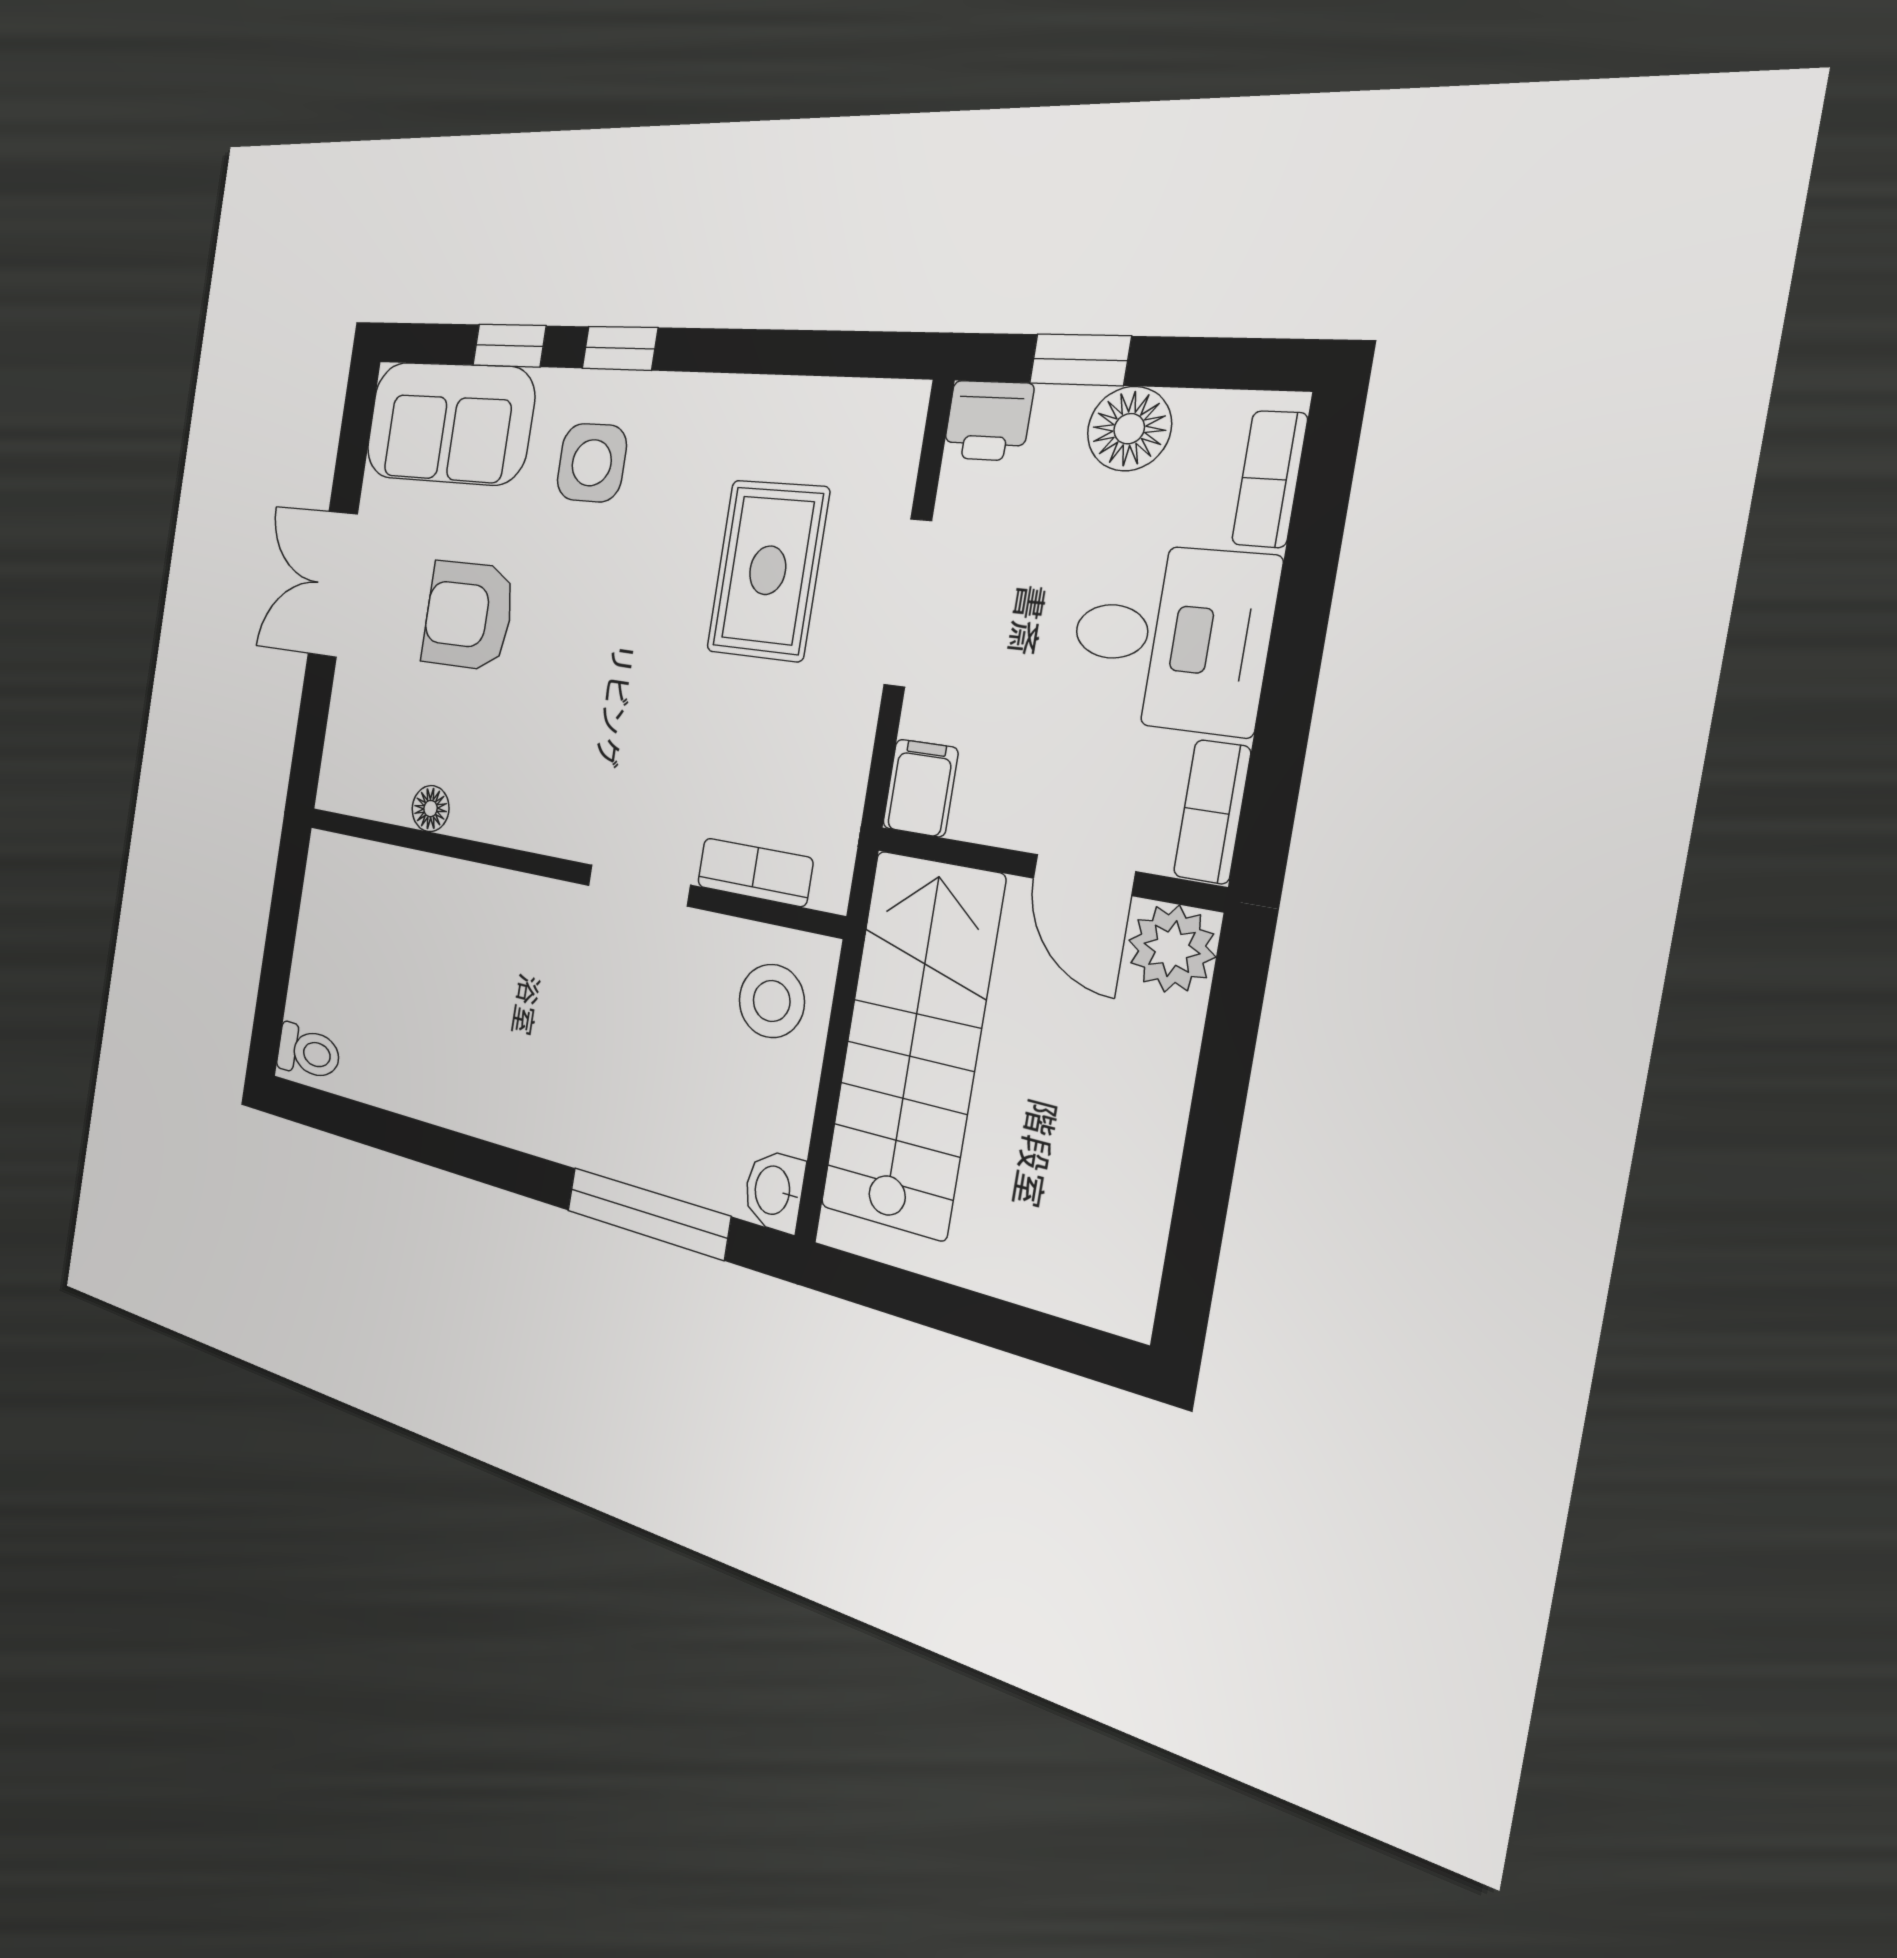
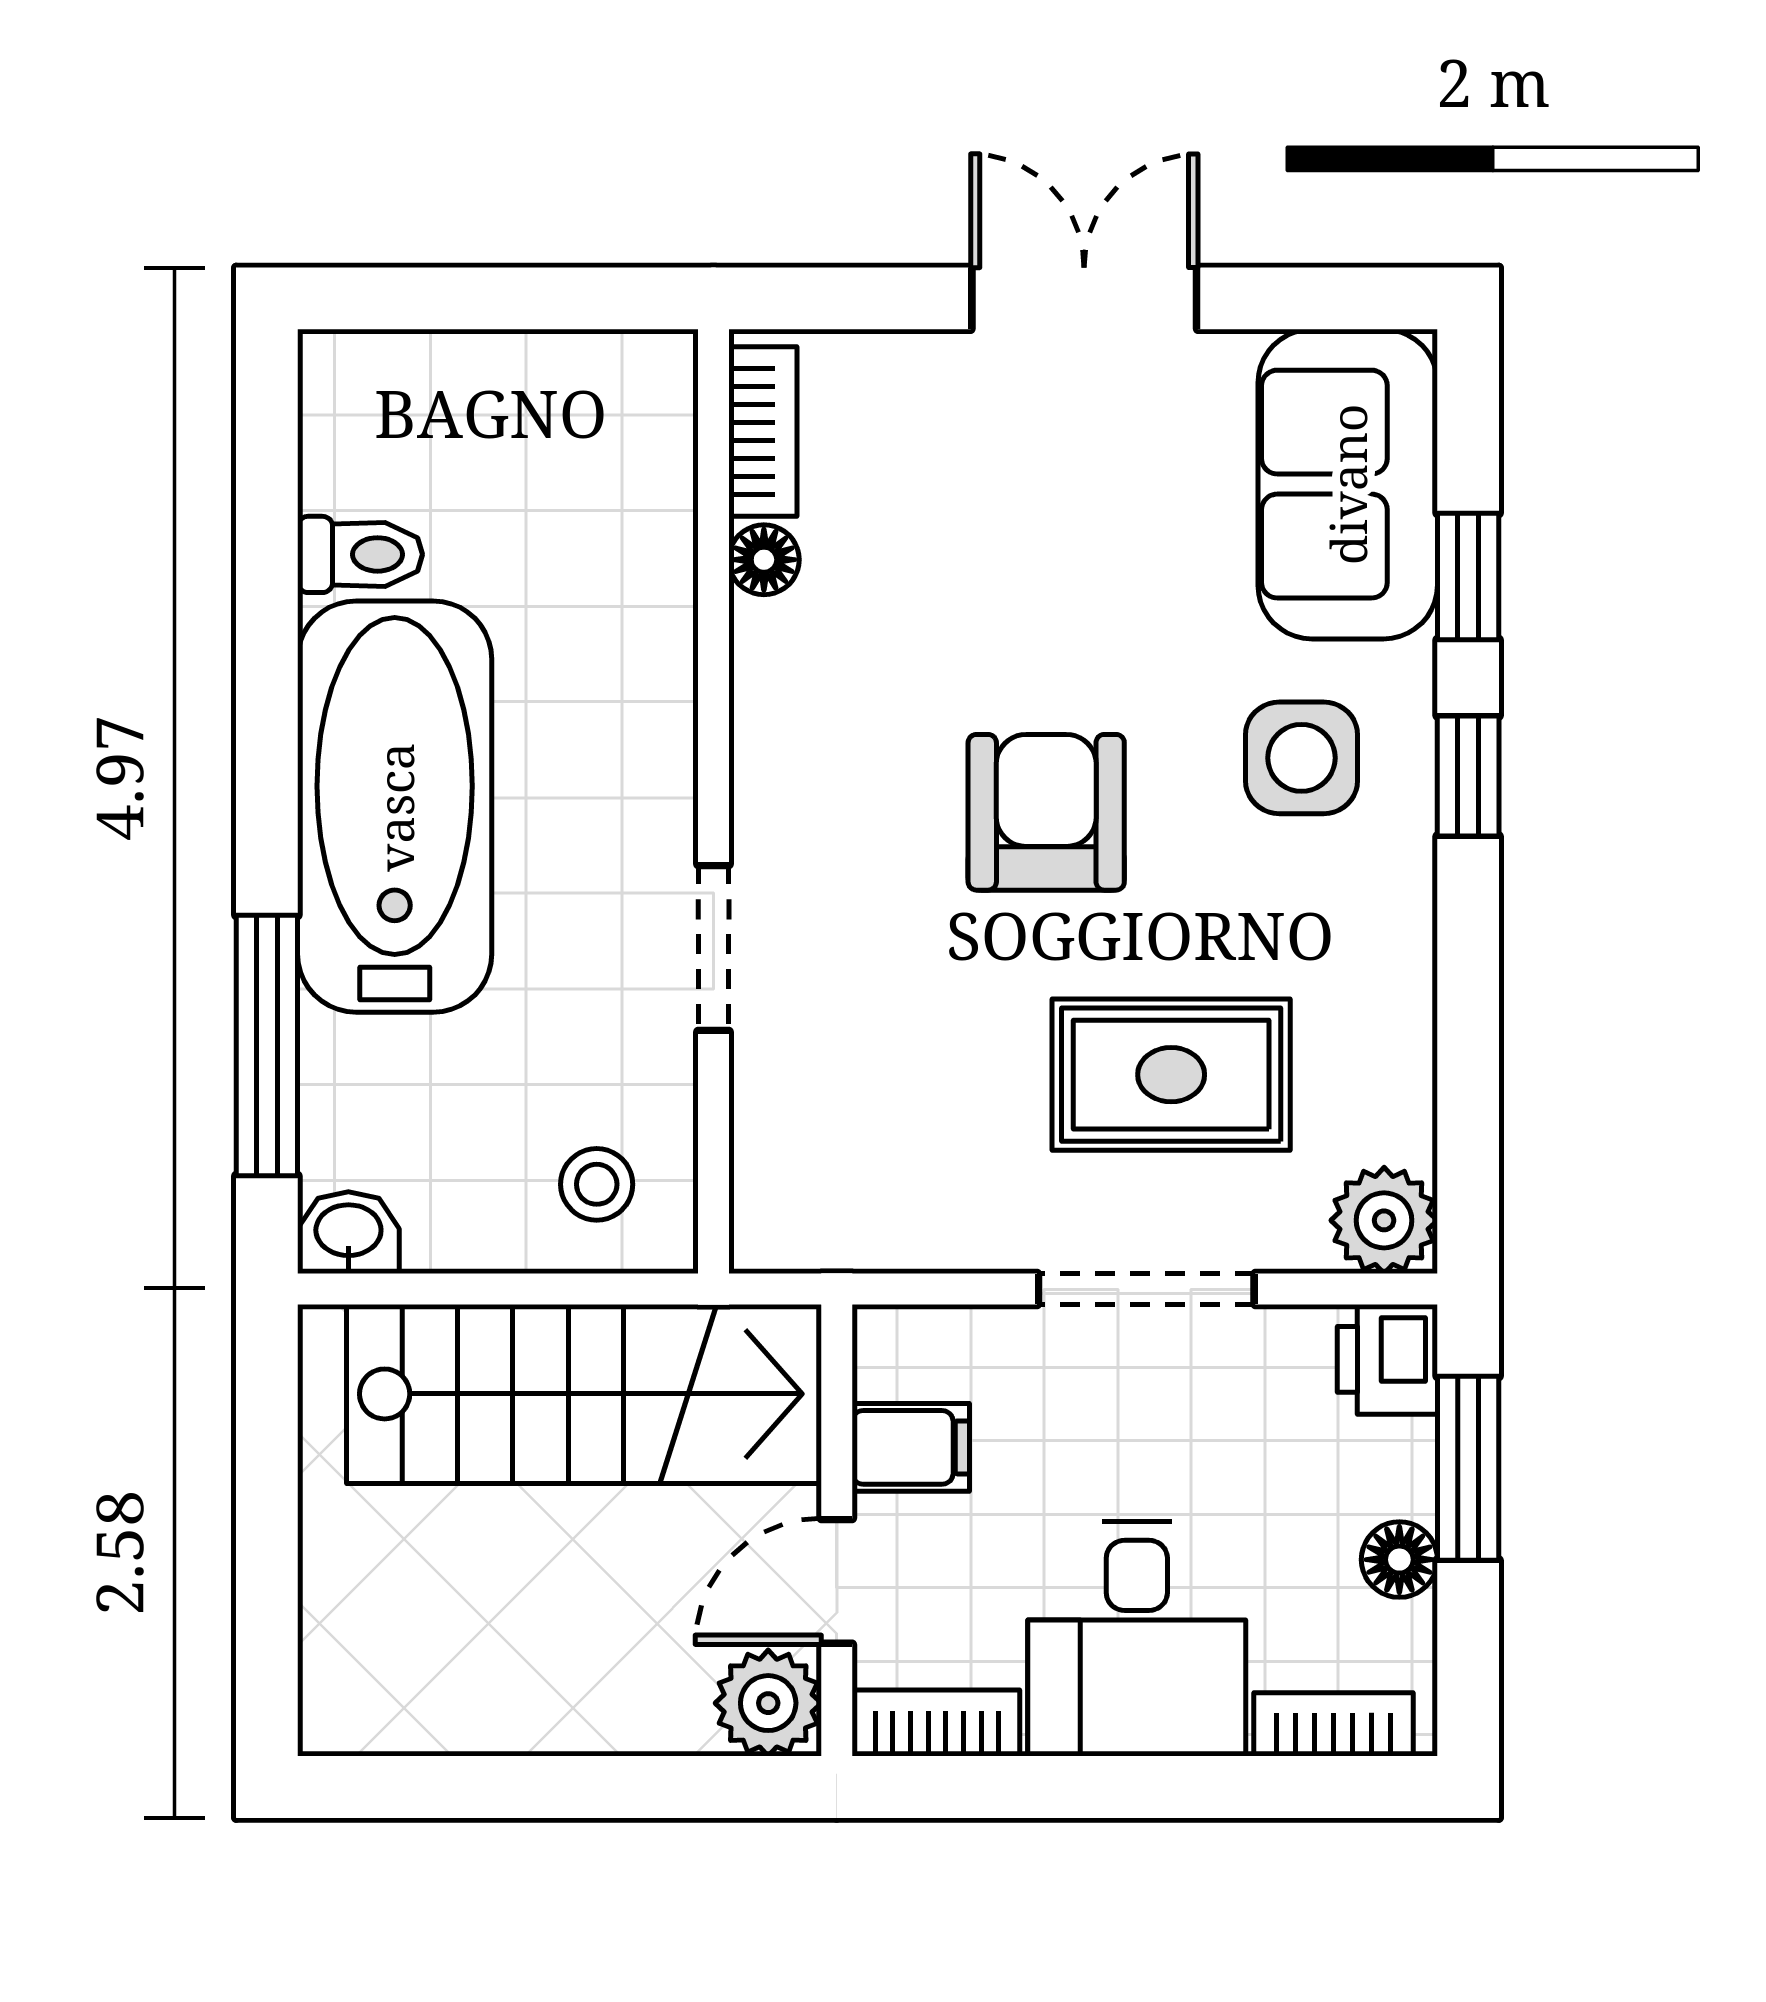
window: (1080, 360) -> (1468, 1468), width x1.50
plant: (889, 419) -> (1384, 1220), added
floor lamp: (1129, 429) -> (1399, 1560), width x0.73, depth x0.73
armchair: (468, 615) -> (1046, 812), moved
filing cabinet: (920, 788) -> (911, 1447), moved
bookcase: (755, 872) -> (763, 432), moved
stool: (772, 1001) -> (597, 1184), width x0.73, depth x0.73
toilet: (309, 1052) -> (360, 554), moved, turned -90
bathtub: (524, 1084) -> (395, 807), added

